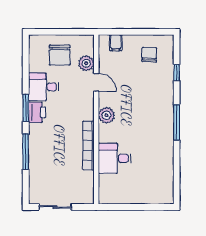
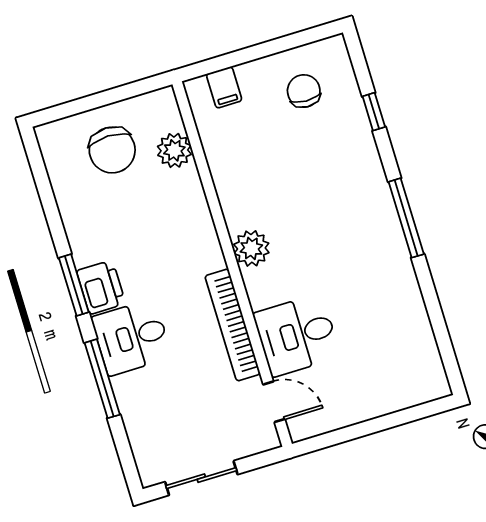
door: (96, 82) -> (274, 402), moved
desk: (44, 87) -> (132, 337), moved

